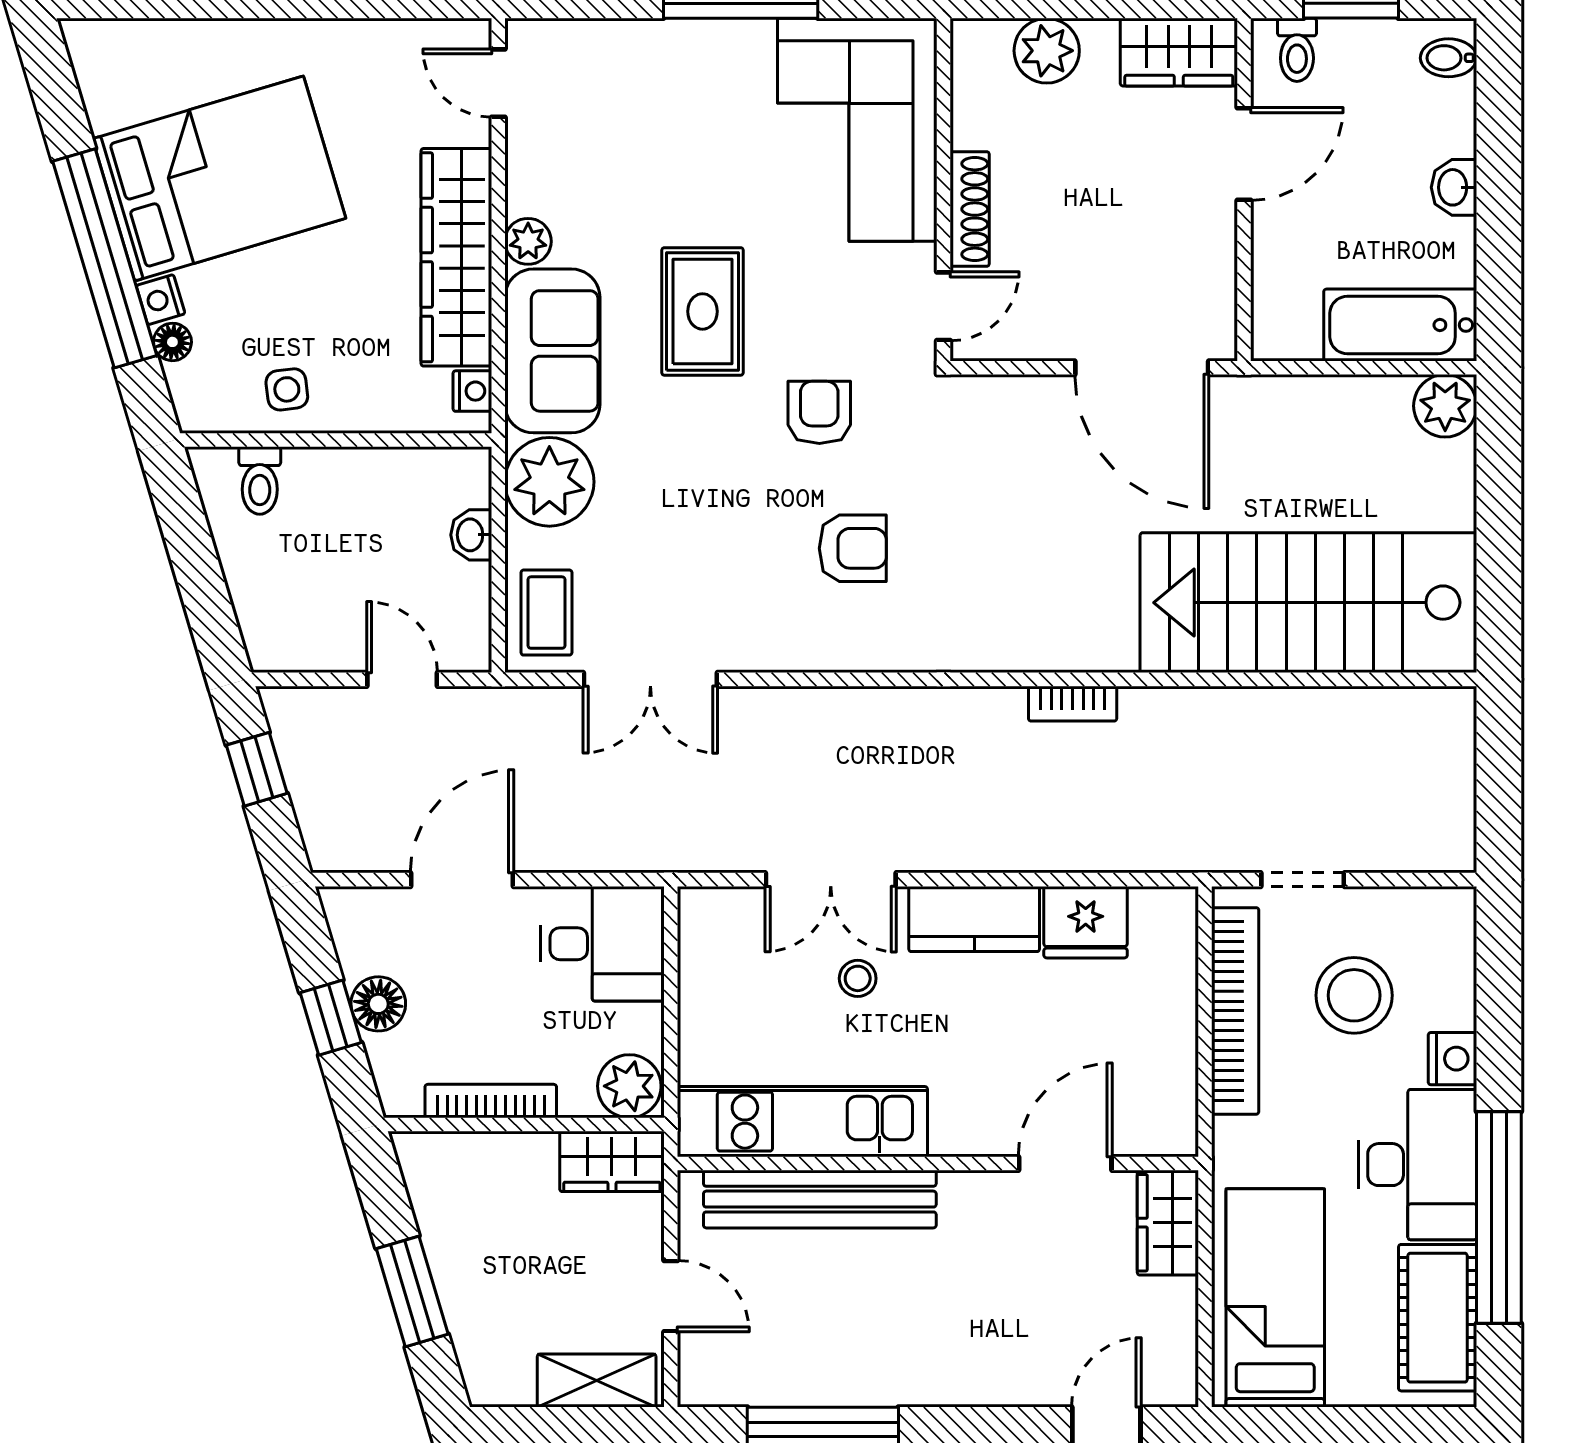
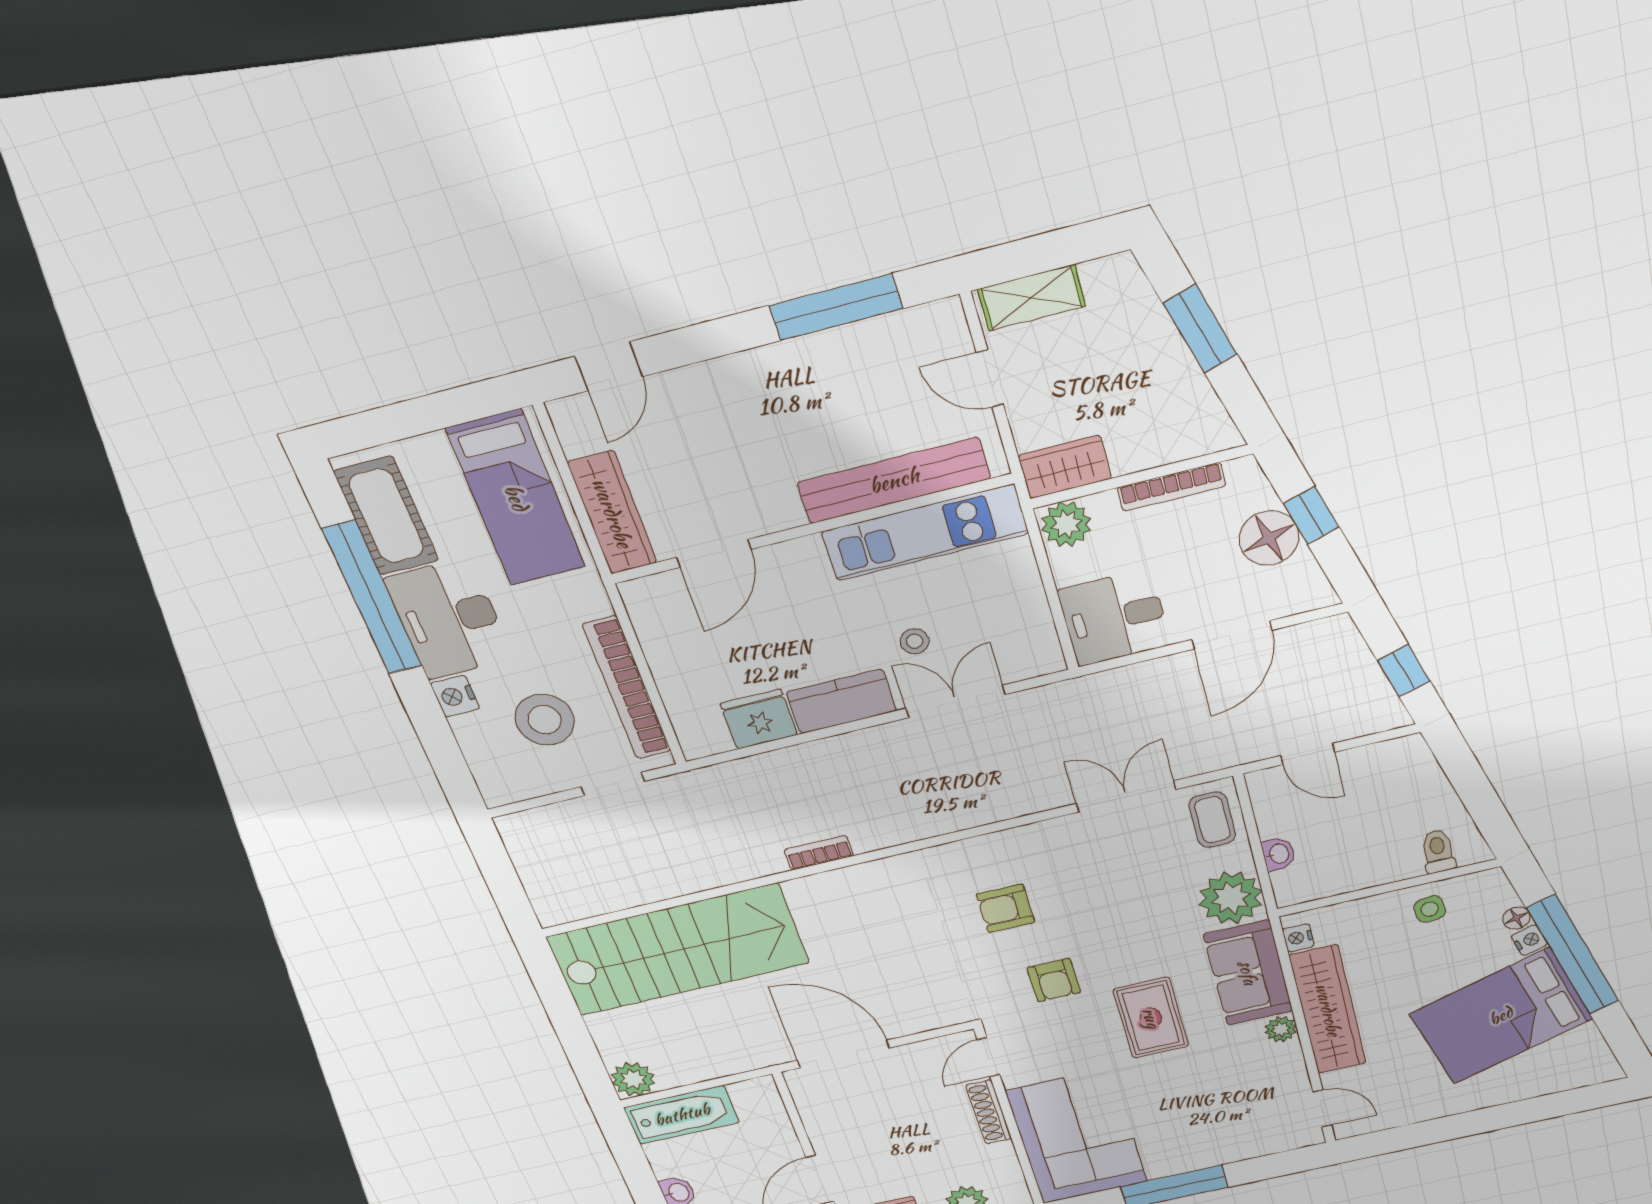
floor lamp: (378, 1004) -> (1269, 538), width x1.38, depth x1.38
wardrobe: (1168, 1223) -> (612, 513), width x1.50

